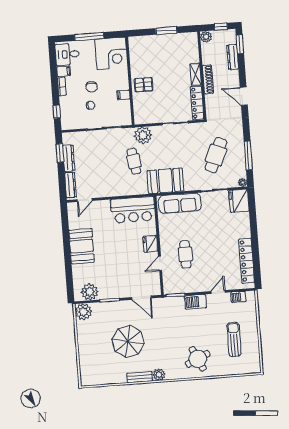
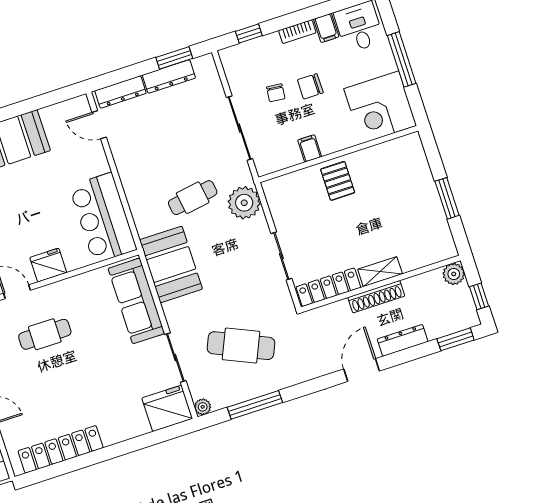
dresser: (233, 57) -> (403, 340), moved

